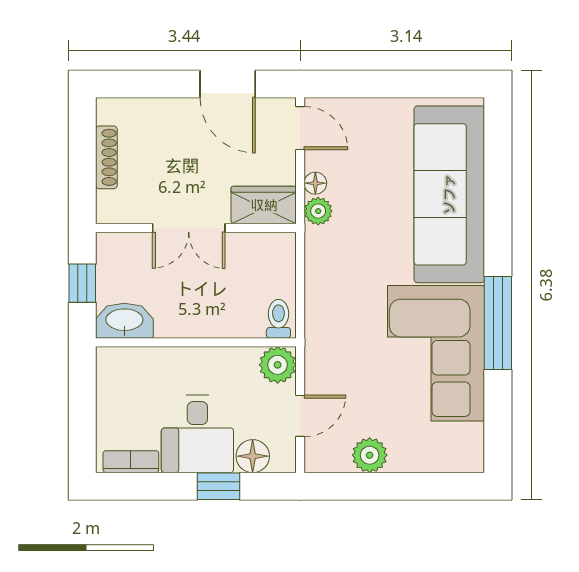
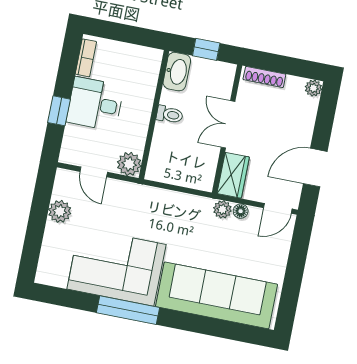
plant: (109, 110) -> (313, 88), added
shoe rack: (106, 157) -> (264, 77), moved
toilet: (278, 319) -> (170, 115), moved
floor lamp: (253, 456) -> (74, 136), removed

